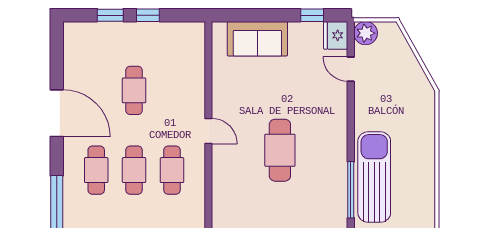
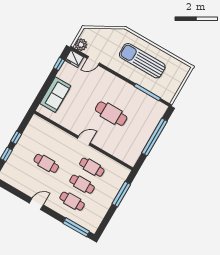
door: (57, 113) -> (36, 204), width x0.53
sun lounger: (374, 177) -> (142, 61), moved

